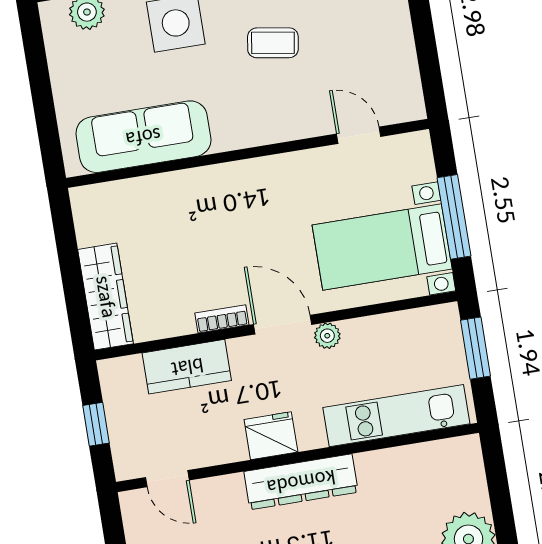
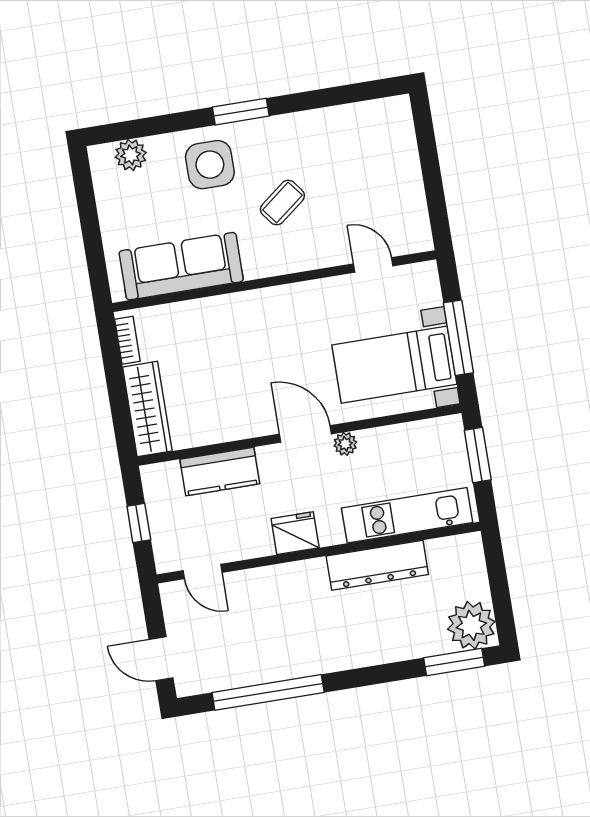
coffee table: (273, 43) -> (282, 202), moved, turned -47
bookcase: (222, 319) -> (127, 340), moved, turned 90
dresser: (301, 482) -> (377, 565), moved

